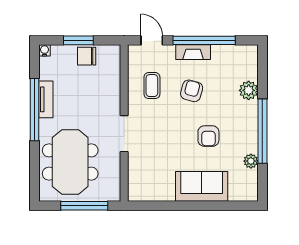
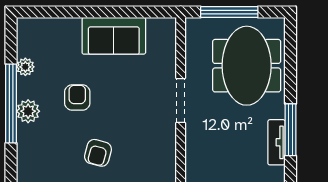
coffee table: (152, 86) -> (147, 159), removed
plant: (249, 90) -> (28, 111), moved
window: (34, 110) -> (290, 130), width x0.68
sofa: (202, 186) -> (114, 36), moved

